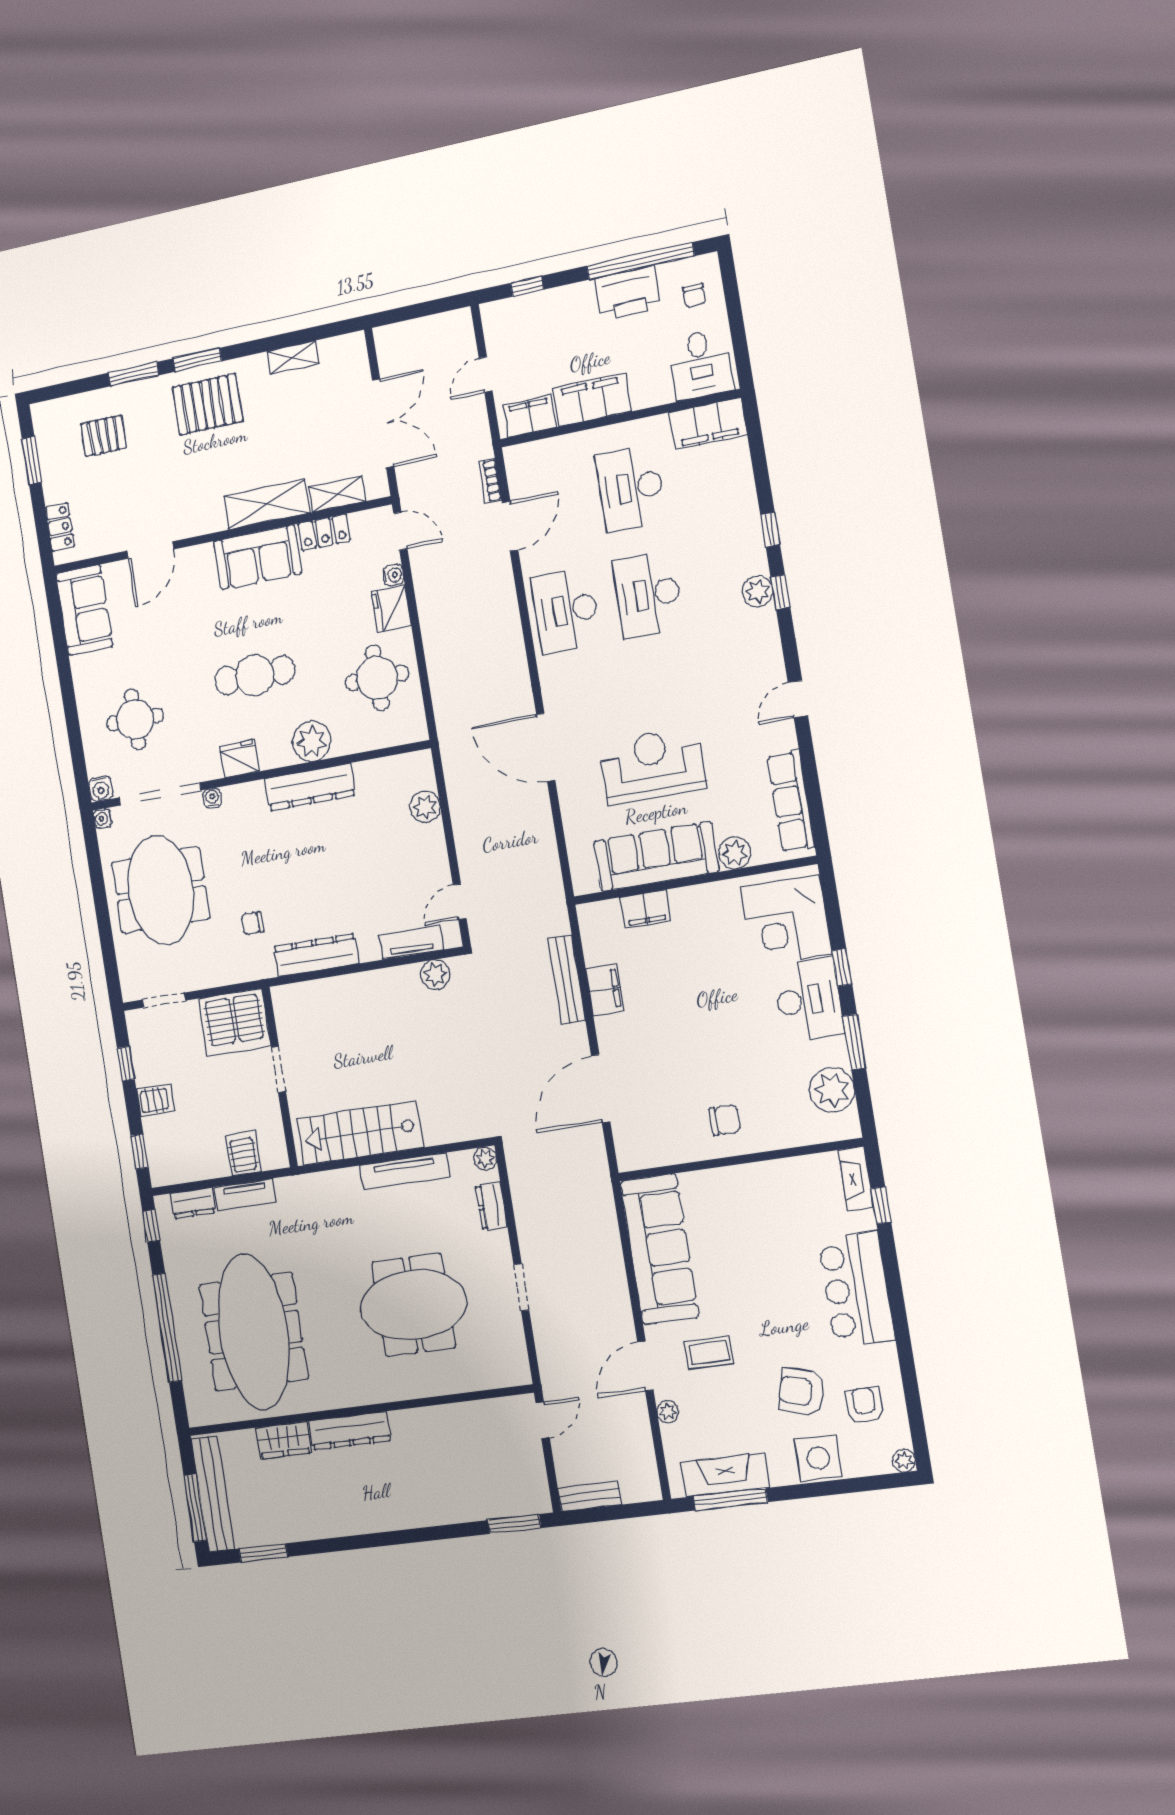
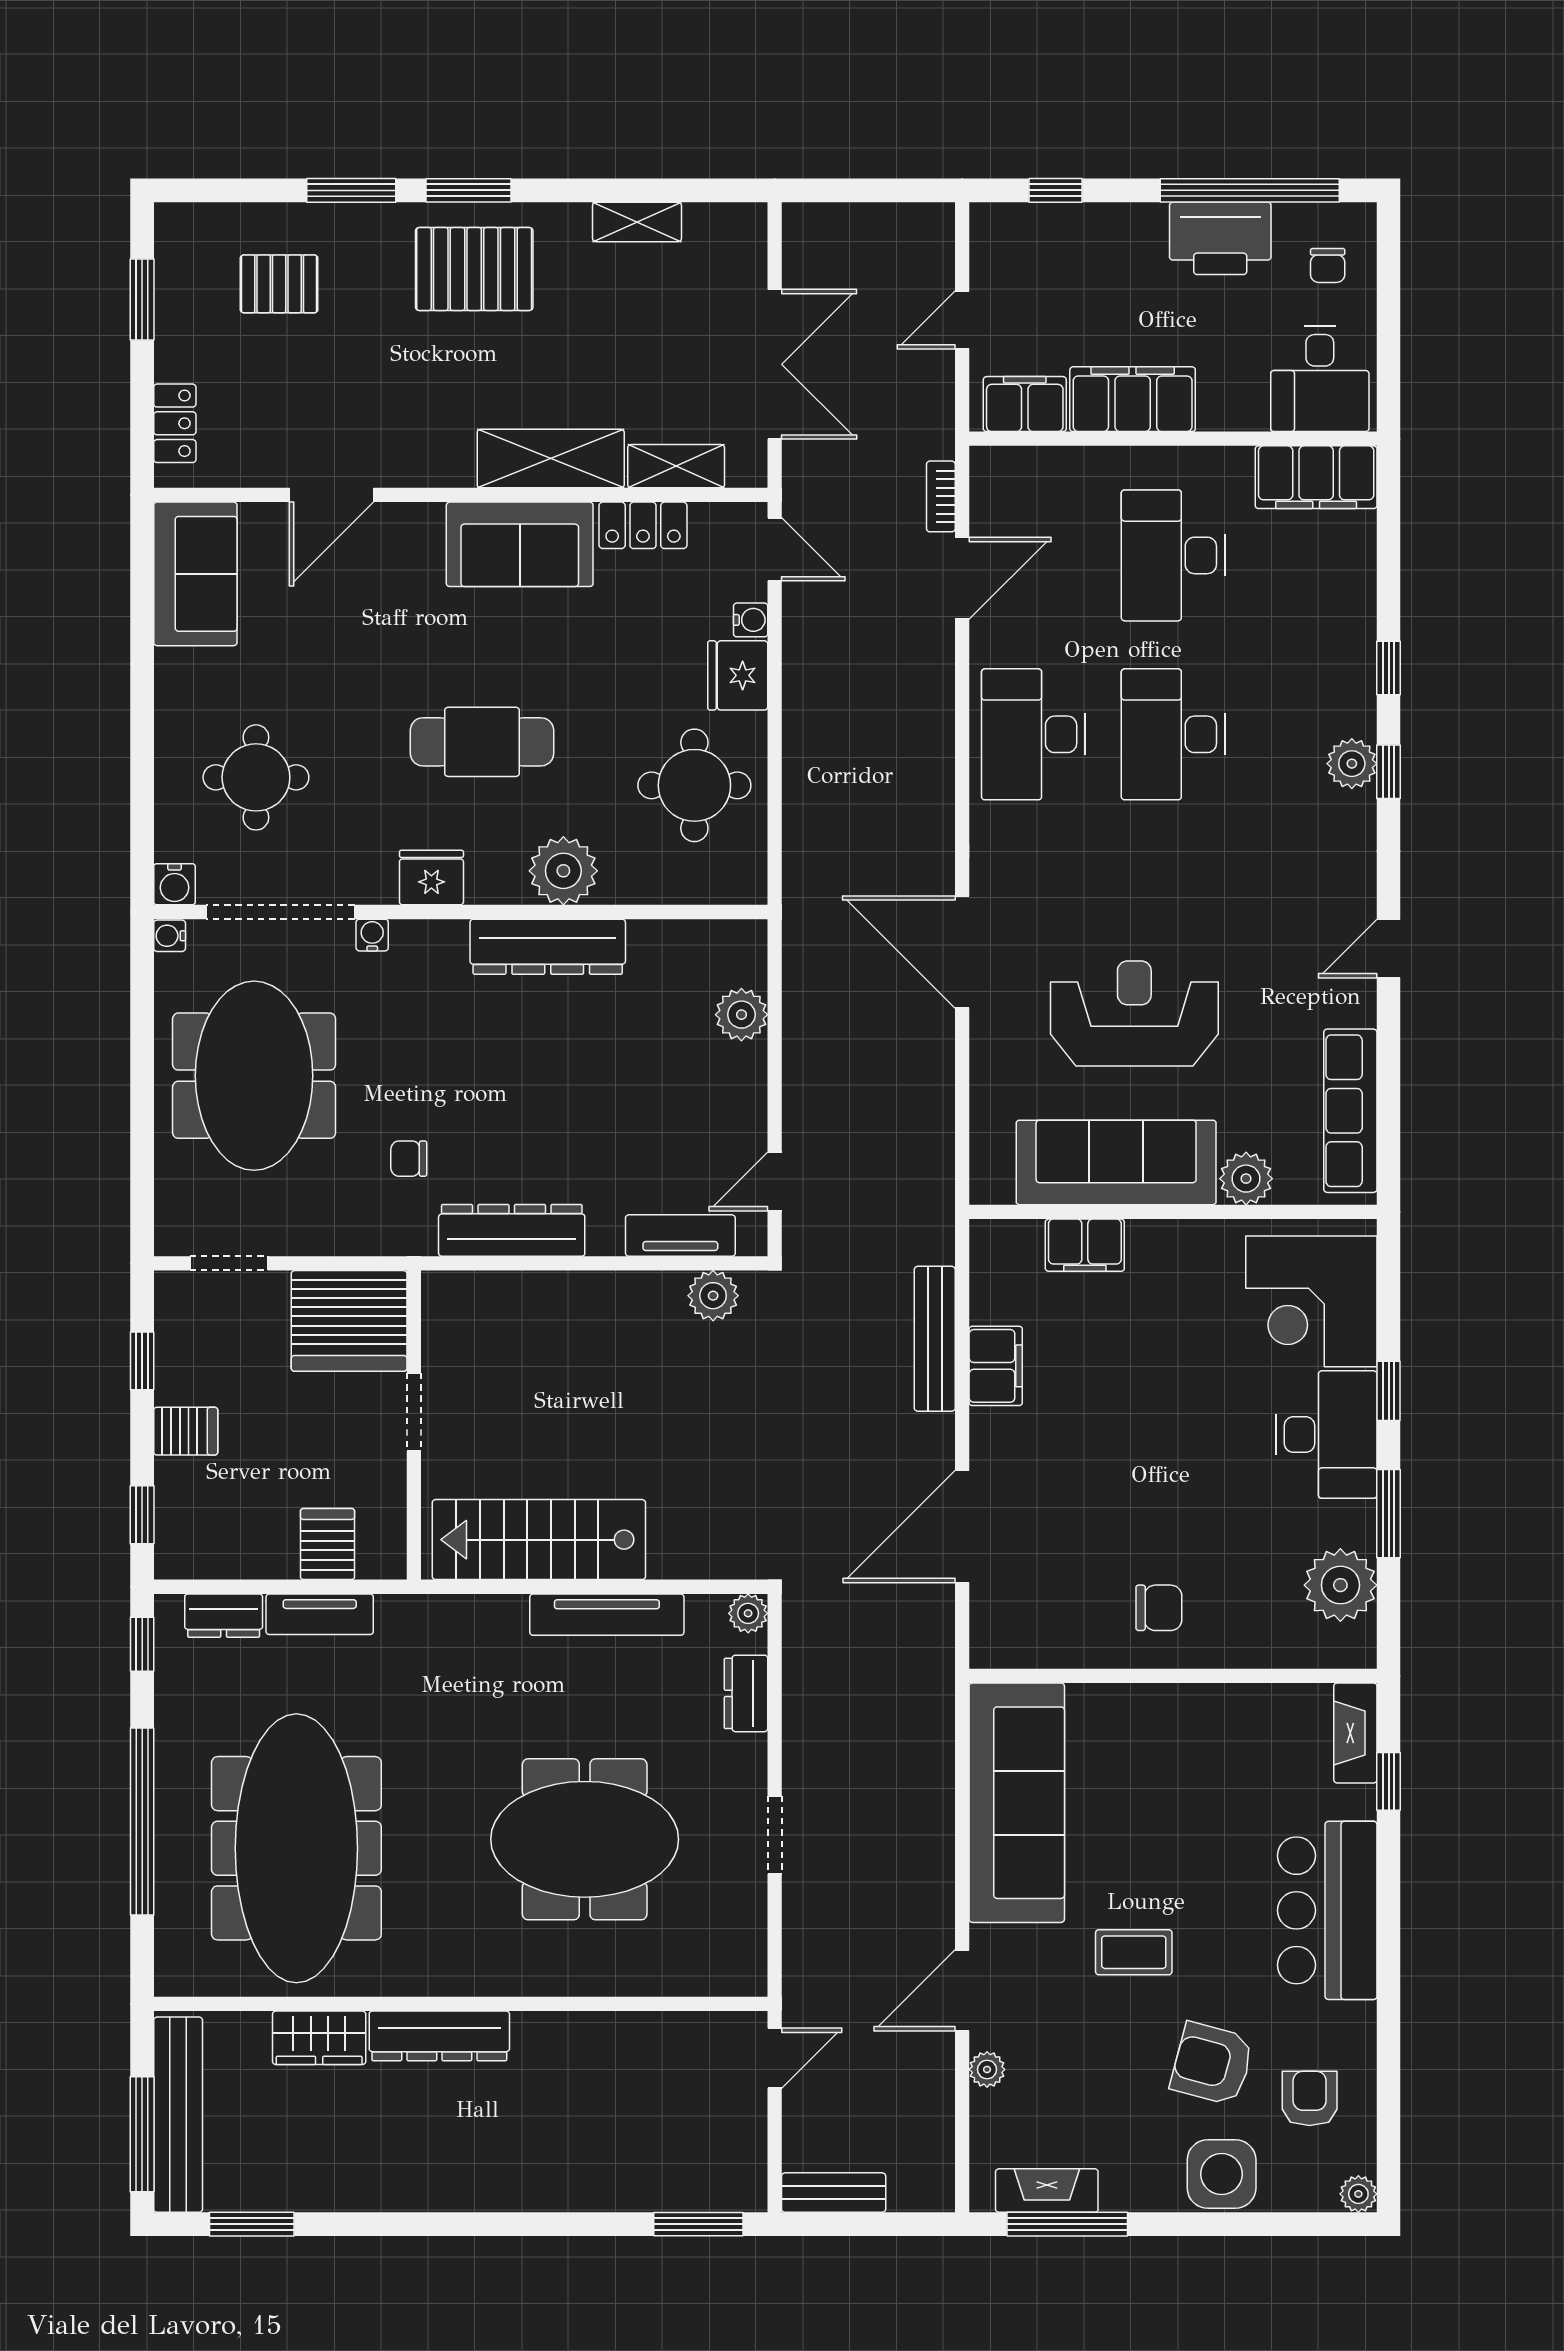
coffee table: (709, 1353) -> (1134, 1952), moved
fireplace: (726, 1475) -> (1047, 2191), width x0.73, depth x0.76

